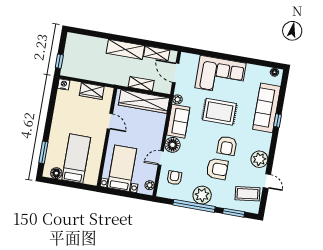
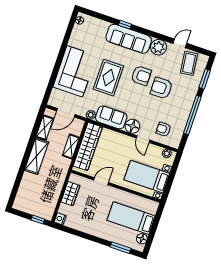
sofa: (267, 108) -> (129, 39), moved
armchair: (217, 169) -> (161, 88), turned -90
plant: (202, 195) -> (184, 106), removed

